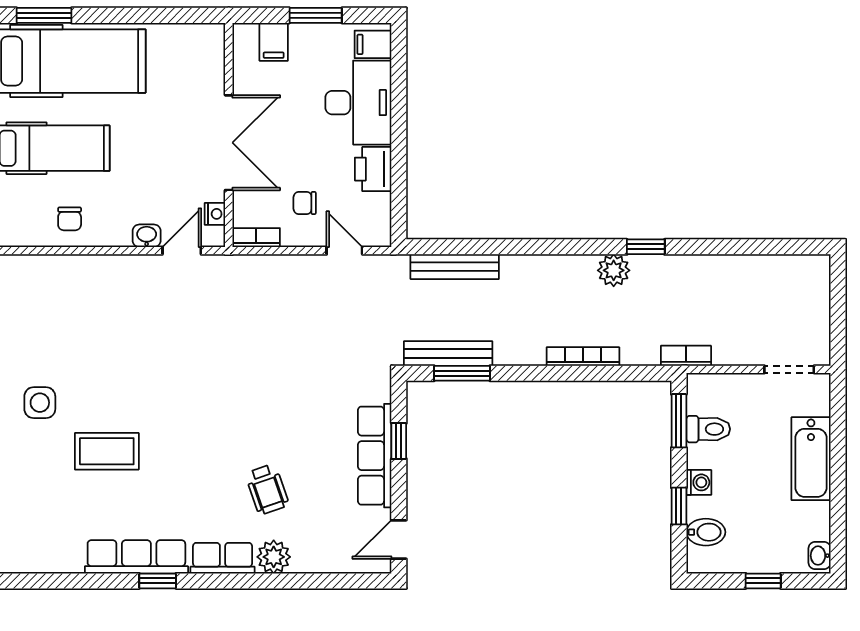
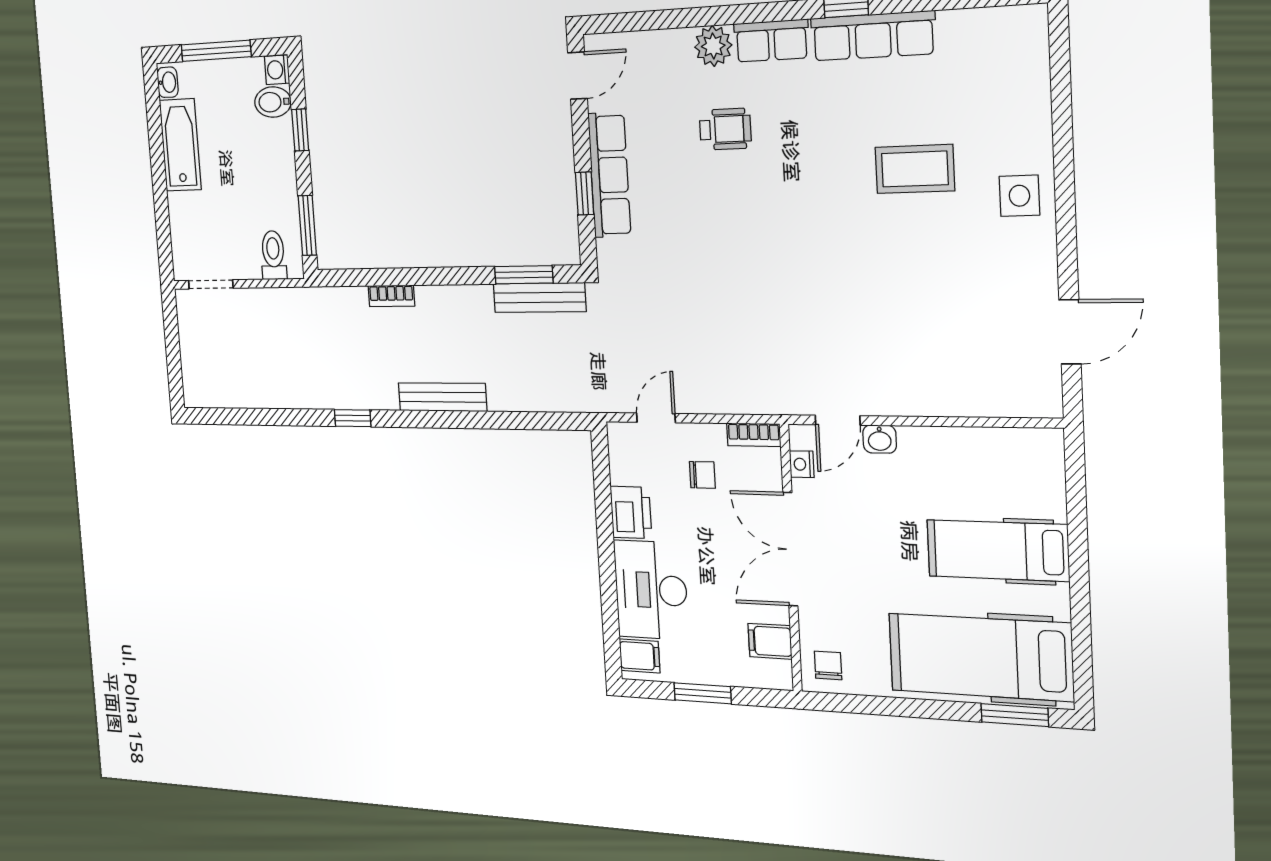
filing cabinet: (274, 42) -> (770, 641), moved, turned -90
chair: (70, 219) -> (828, 665), moved
door: (344, 251) -> (656, 418), swing flipped
bench: (455, 267) -> (442, 397), moved
plant: (614, 270) -> (381, 392), removed
bookcase: (583, 356) -> (391, 296), width x0.64
bookcase: (686, 356) -> (306, 298), removed
side table: (40, 403) -> (1019, 196), moved
toilet: (708, 429) -> (273, 255), moved, turned 90
bathtub: (811, 459) -> (180, 145), moved
washing machine: (699, 482) -> (277, 70), moved
wheelchair: (267, 489) -> (725, 129), turned 109
window: (763, 581) -> (216, 51), width x2.17

